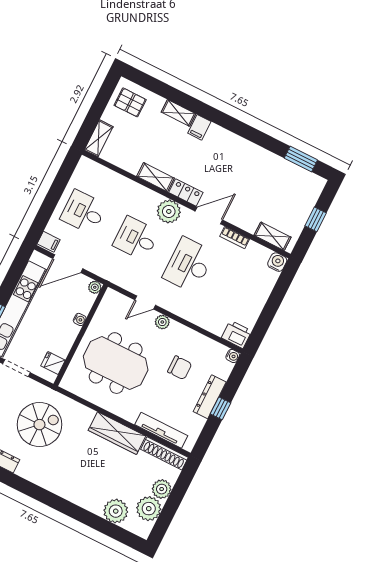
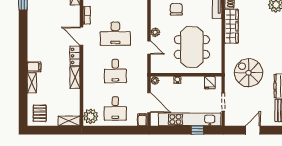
plant: (169, 211) -> (91, 116), moved

